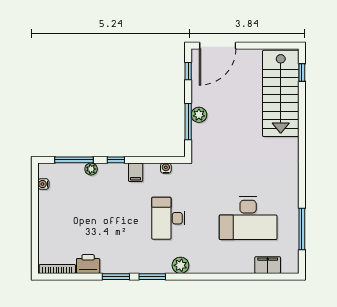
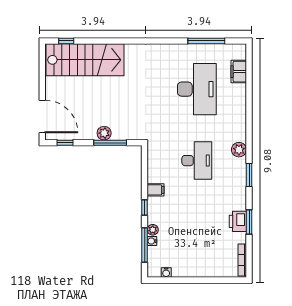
water cooler: (166, 168) -> (152, 241), moved
desk: (168, 218) -> (197, 161), turned -90
printer: (88, 264) -> (238, 221), moved
window: (116, 277) -> (249, 222), moved

